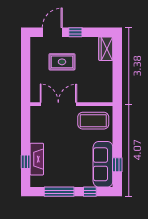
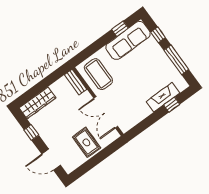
window: (75, 32) -> (31, 132), moved
wardrobe: (106, 49) -> (38, 103), width x1.50
rug: (62, 62) -> (86, 142), moved
bench: (100, 98) -> (76, 82), added

